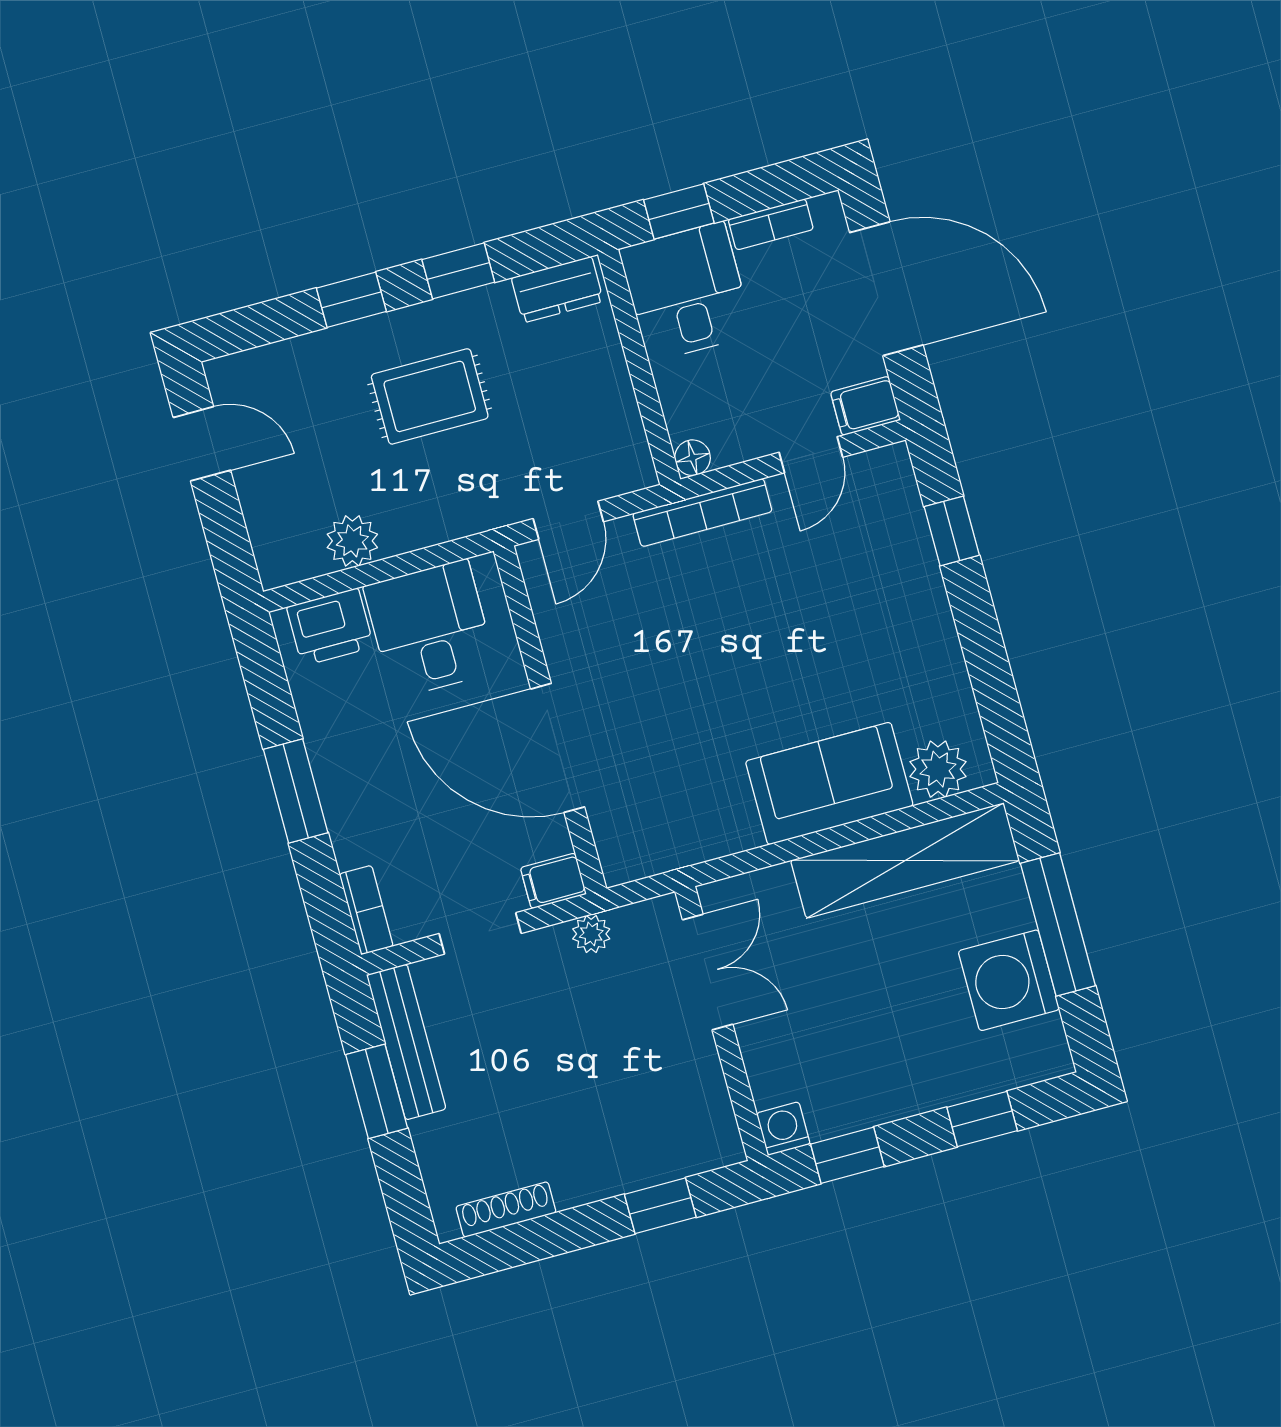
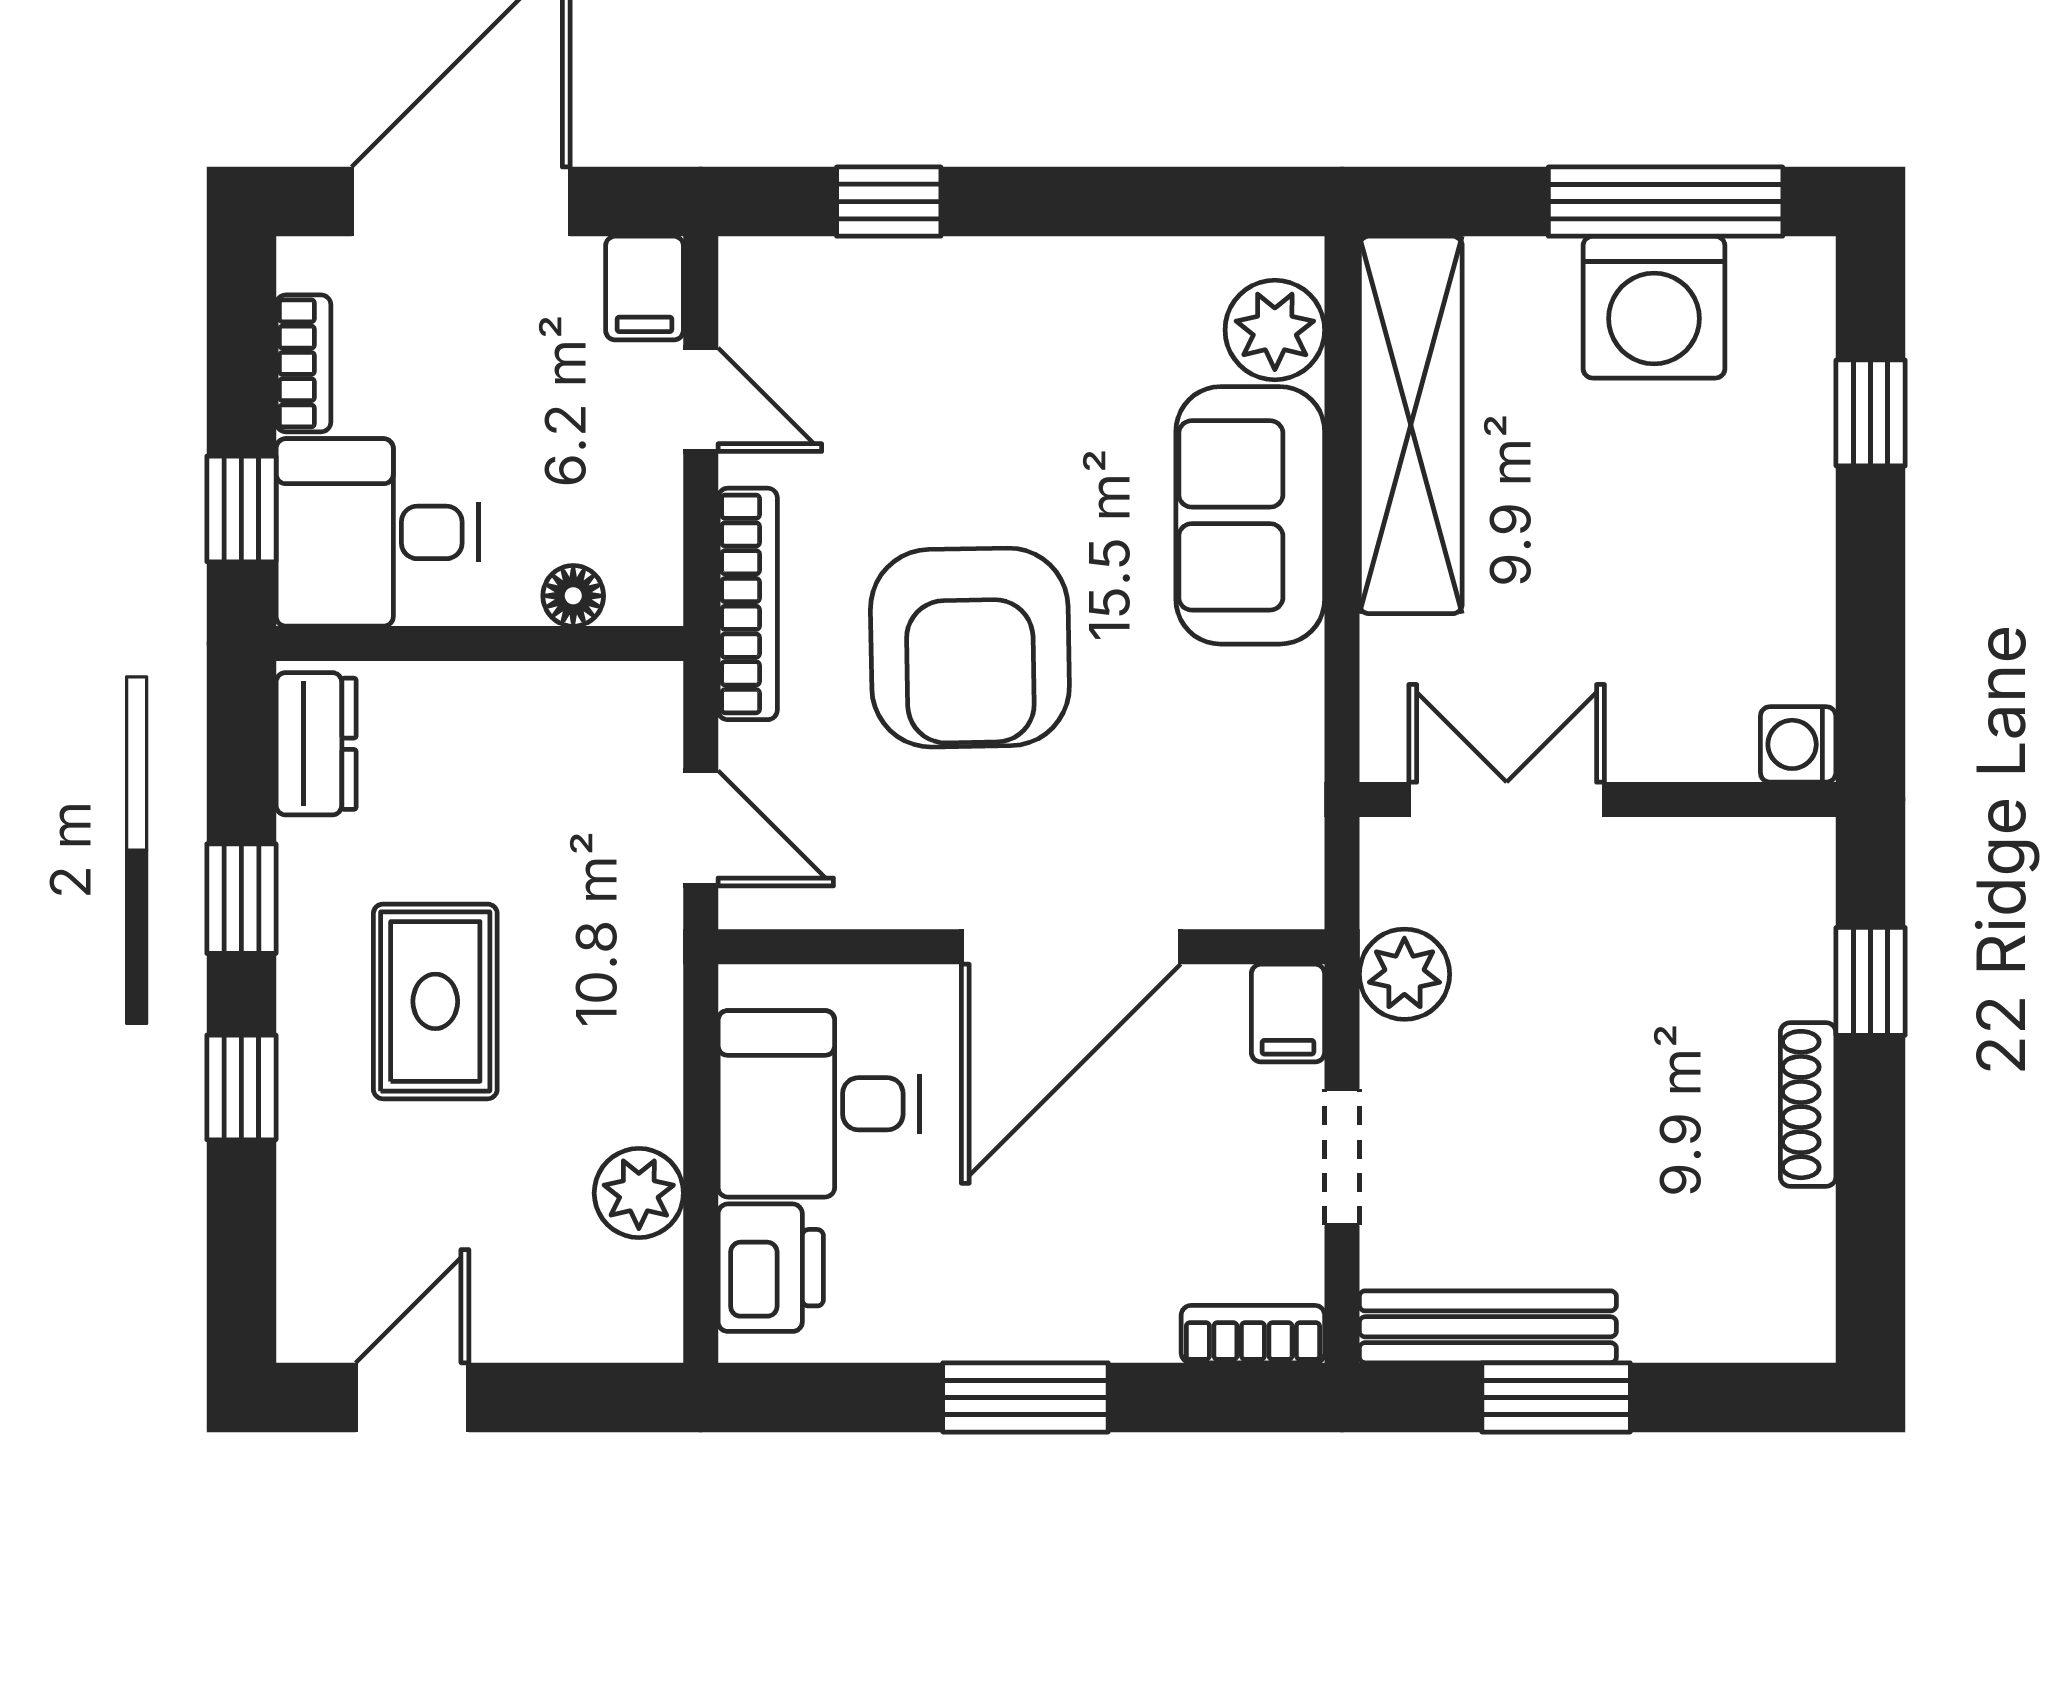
floor lamp: (693, 458) -> (573, 596), moved
armchair: (712, 645) -> (970, 648), added
window: (1058, 924) -> (1666, 202), moved
plant: (591, 934) -> (1404, 974), width x1.38, depth x1.38
window: (847, 1155) -> (1871, 651), removed
shoe rack: (506, 1210) -> (1808, 1105), moved

